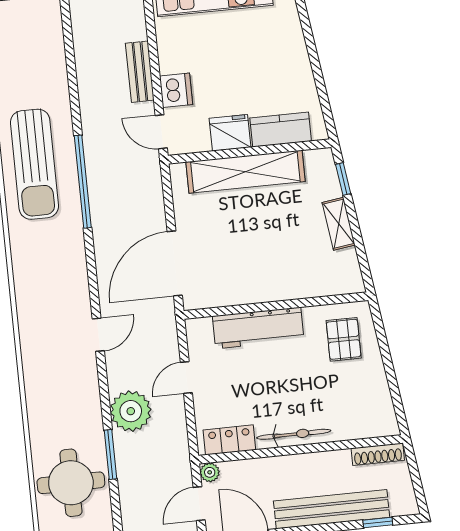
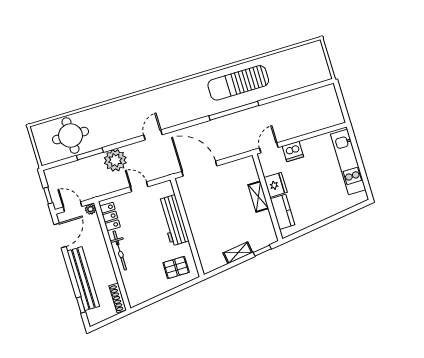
bench: (140, 72) -> (299, 130), removed
shelving: (245, 172) -> (258, 197), width x0.45, depth x0.75
door: (98, 335) -> (153, 135), swing flipped

